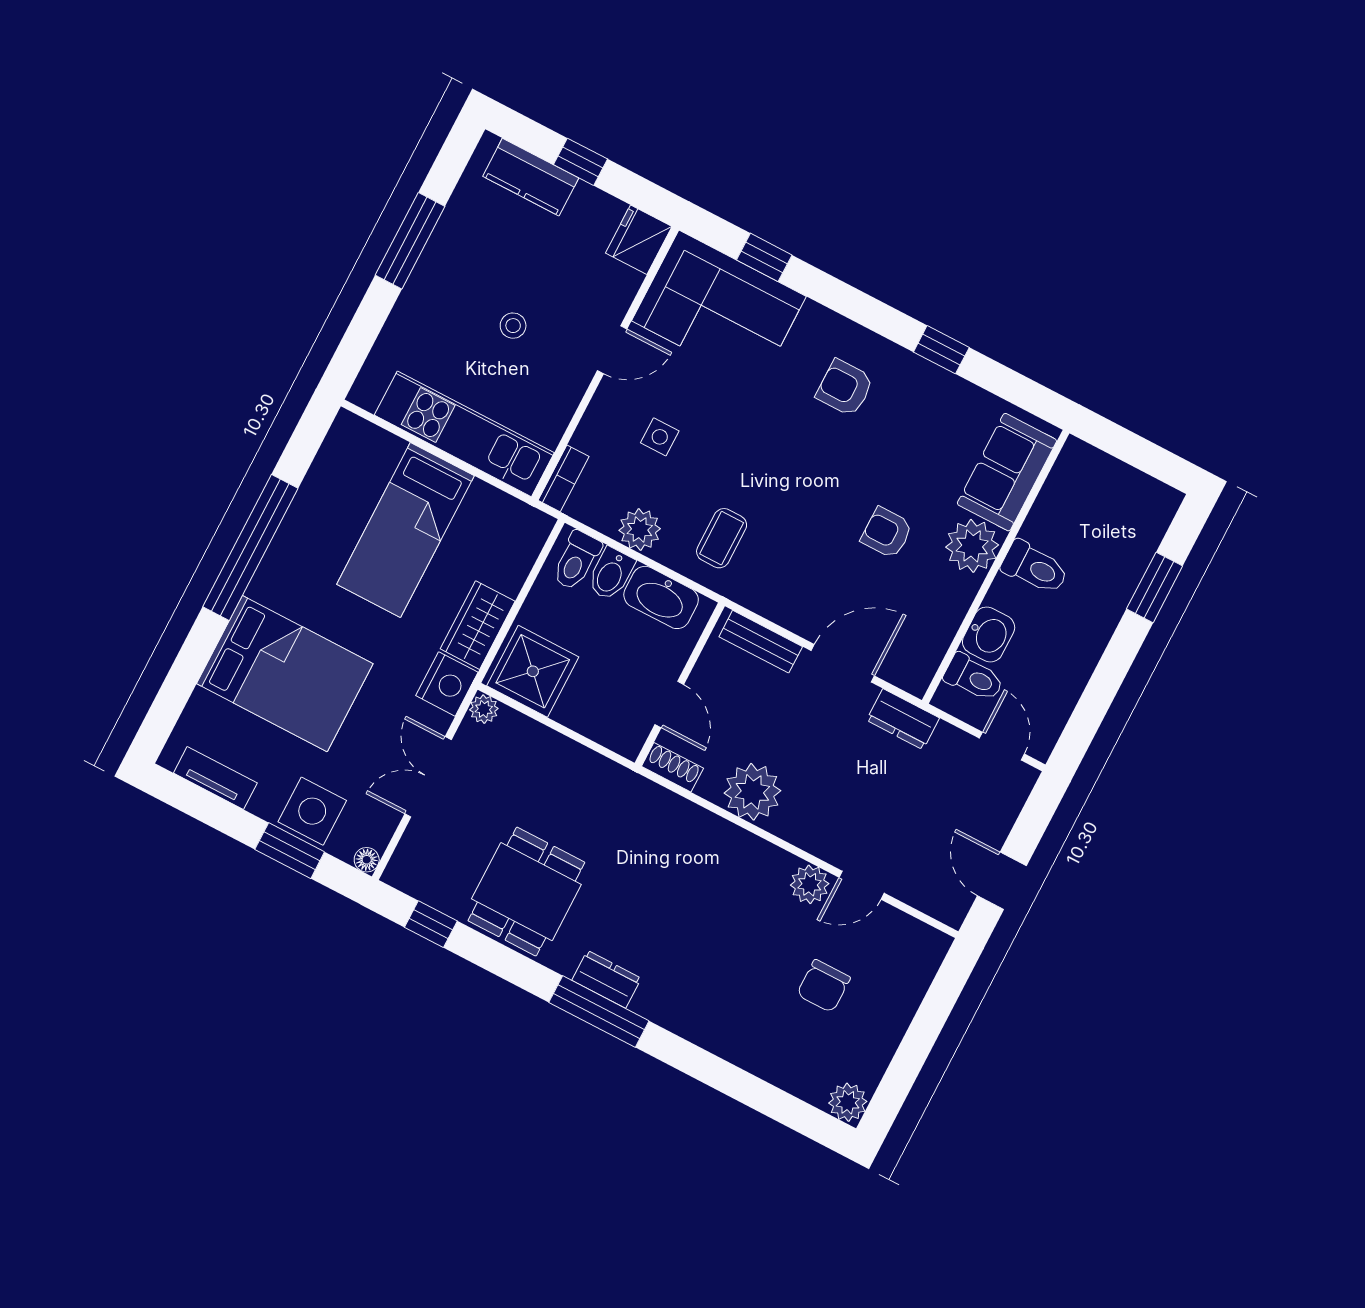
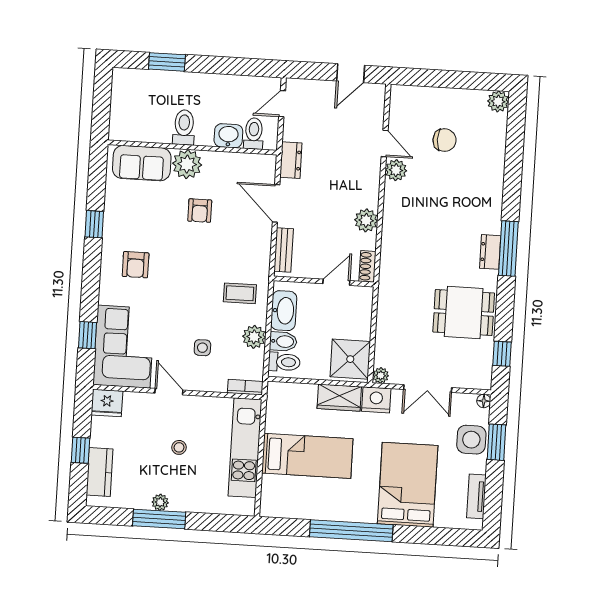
plant: (437, 255) -> (160, 502), added
plant: (752, 792) -> (366, 220), width x0.73, depth x0.73

